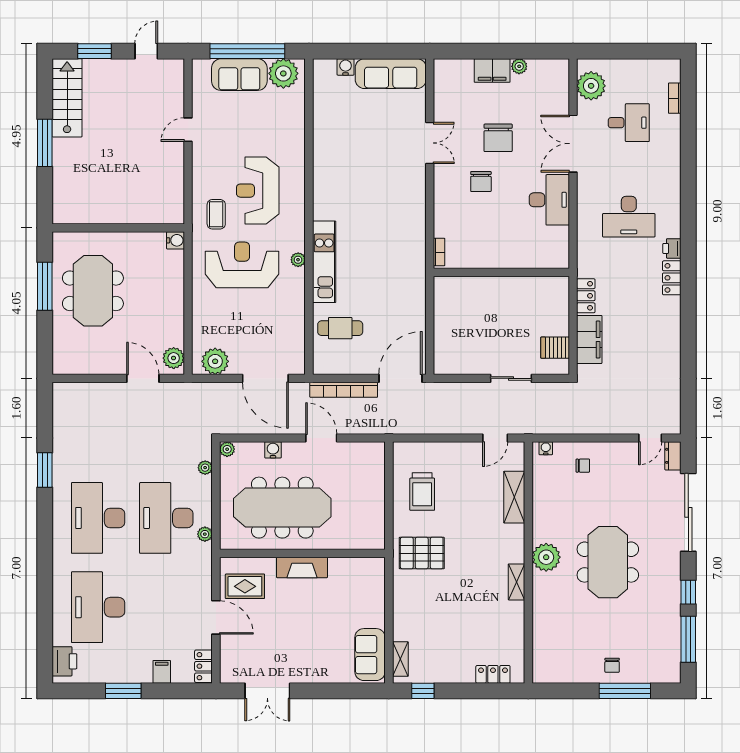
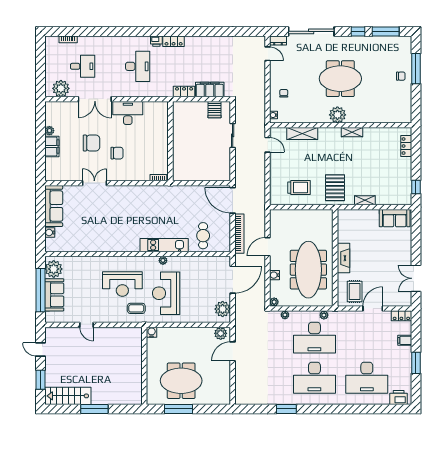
desk: (629, 123) -> (83, 66), turned 90
shelving: (400, 659) -> (365, 200), moved
double door: (267, 691) -> (416, 278), swing flipped

